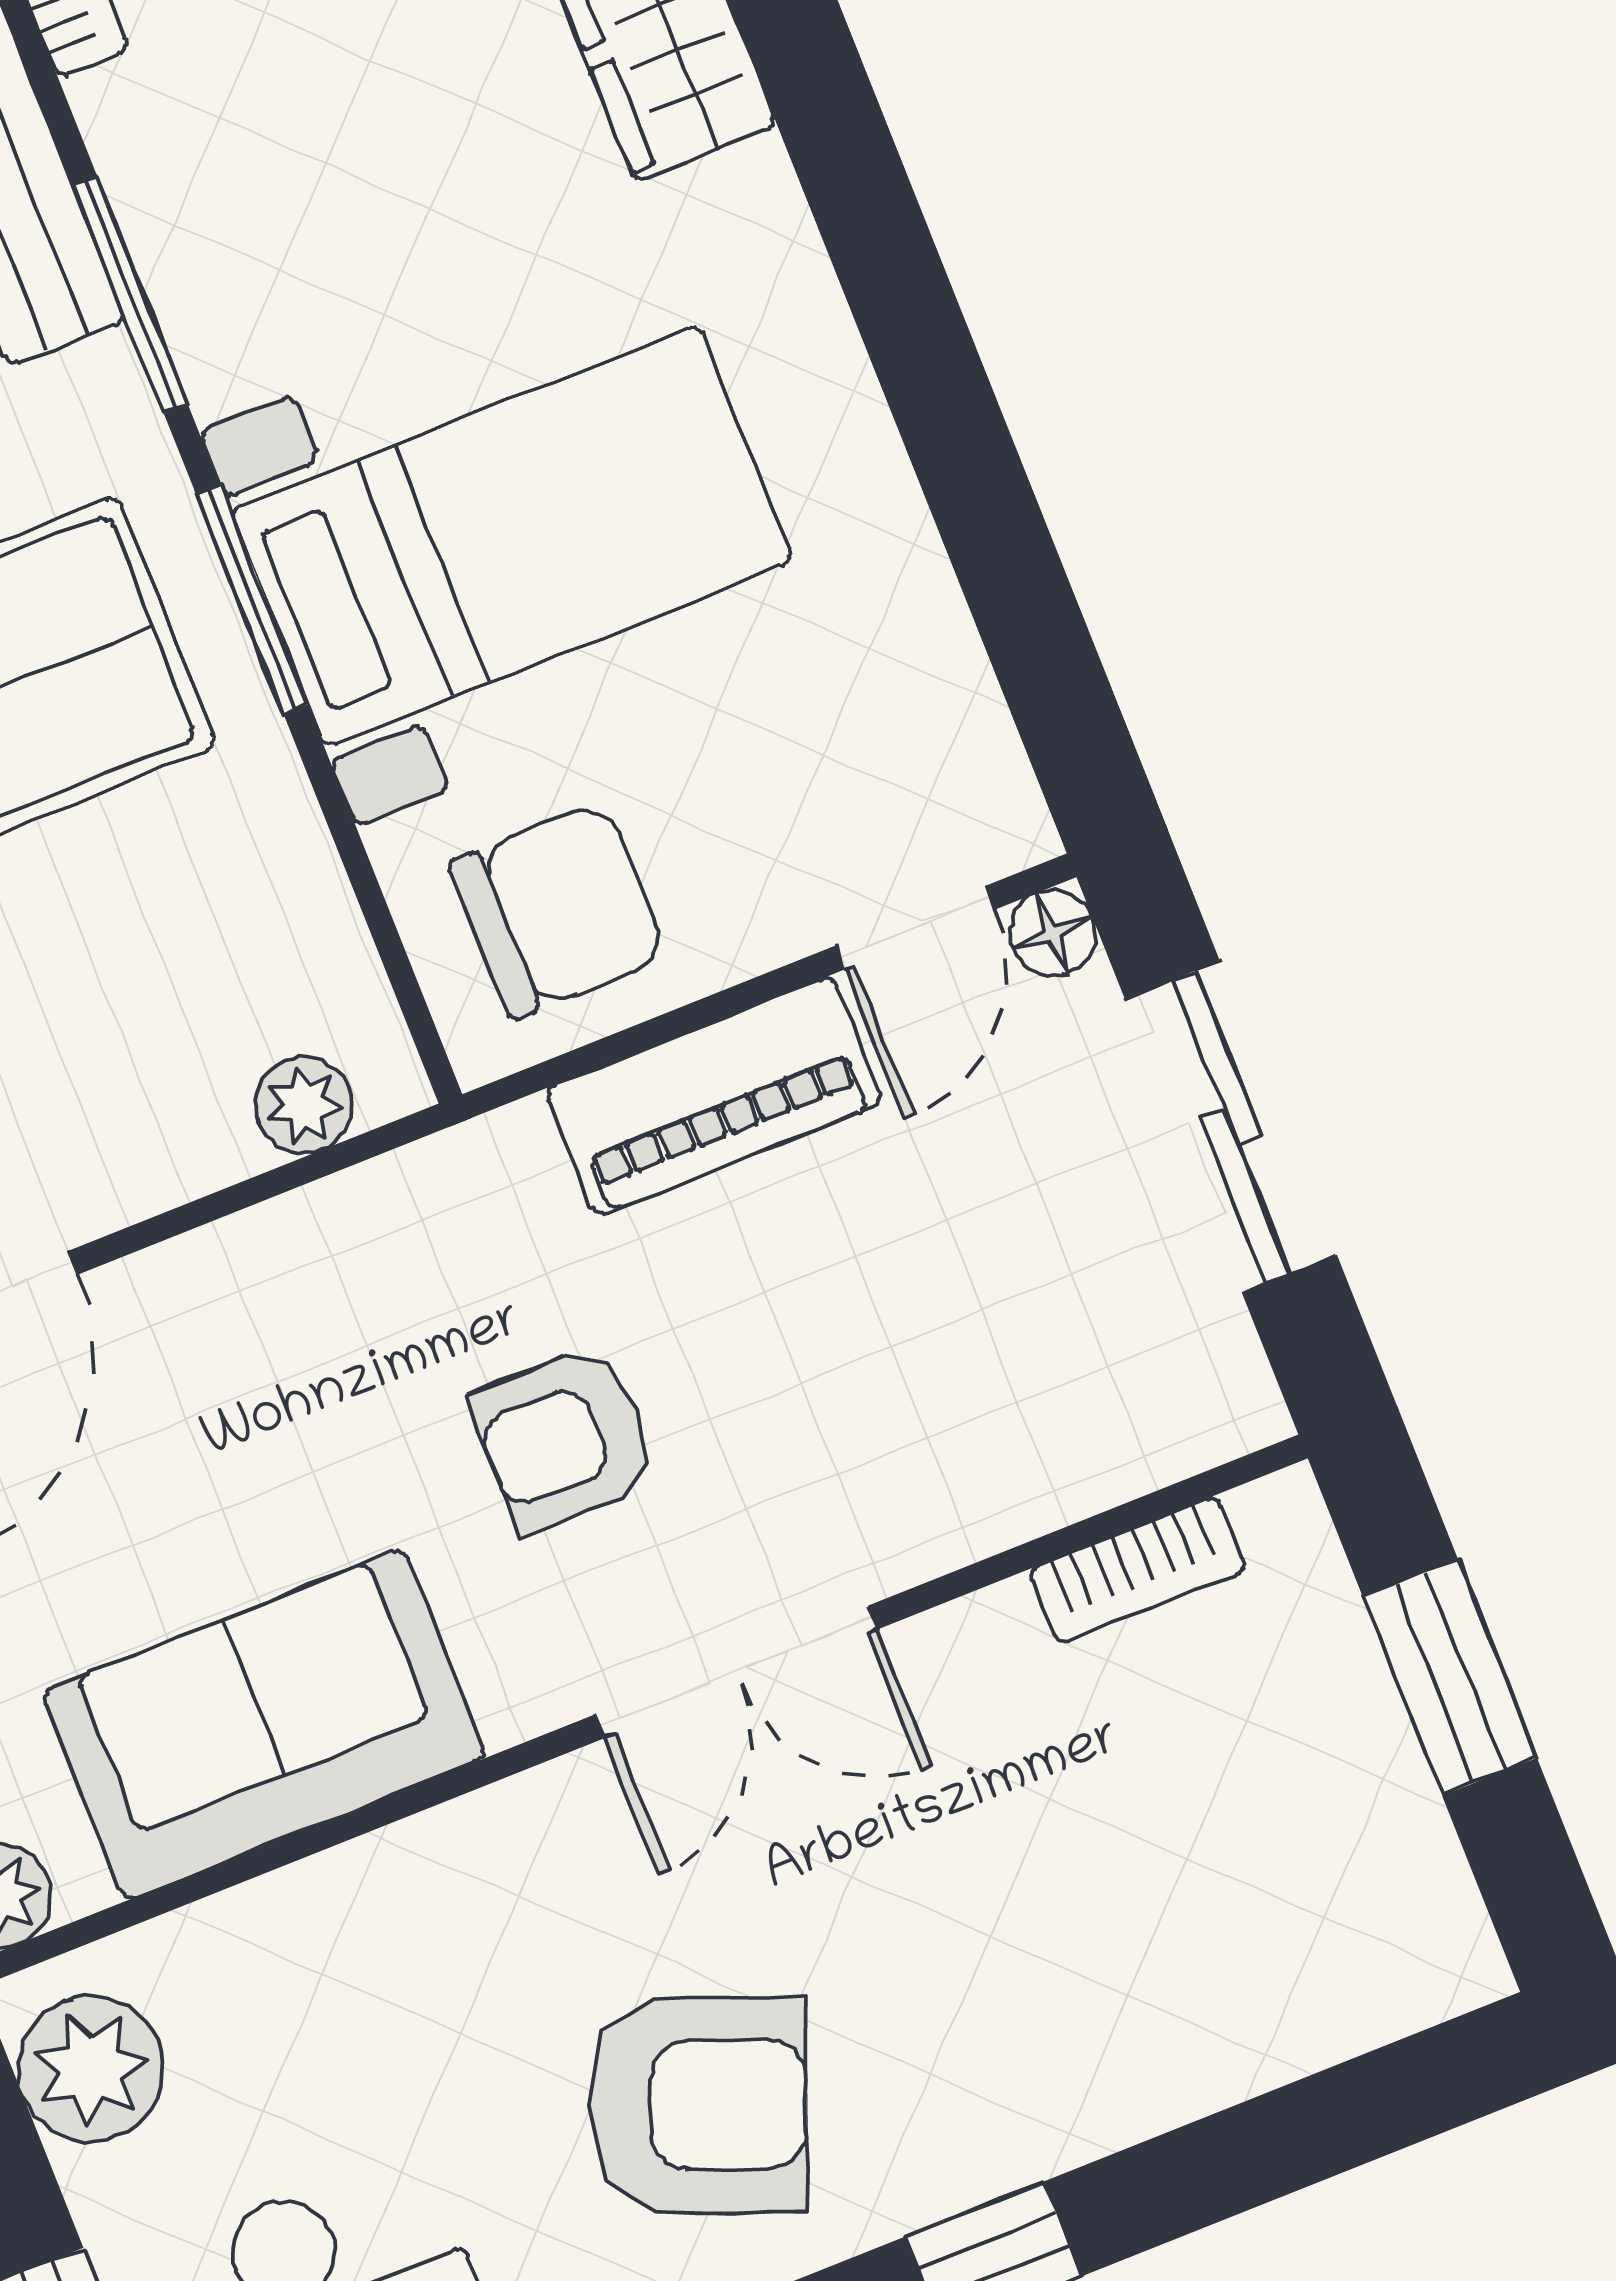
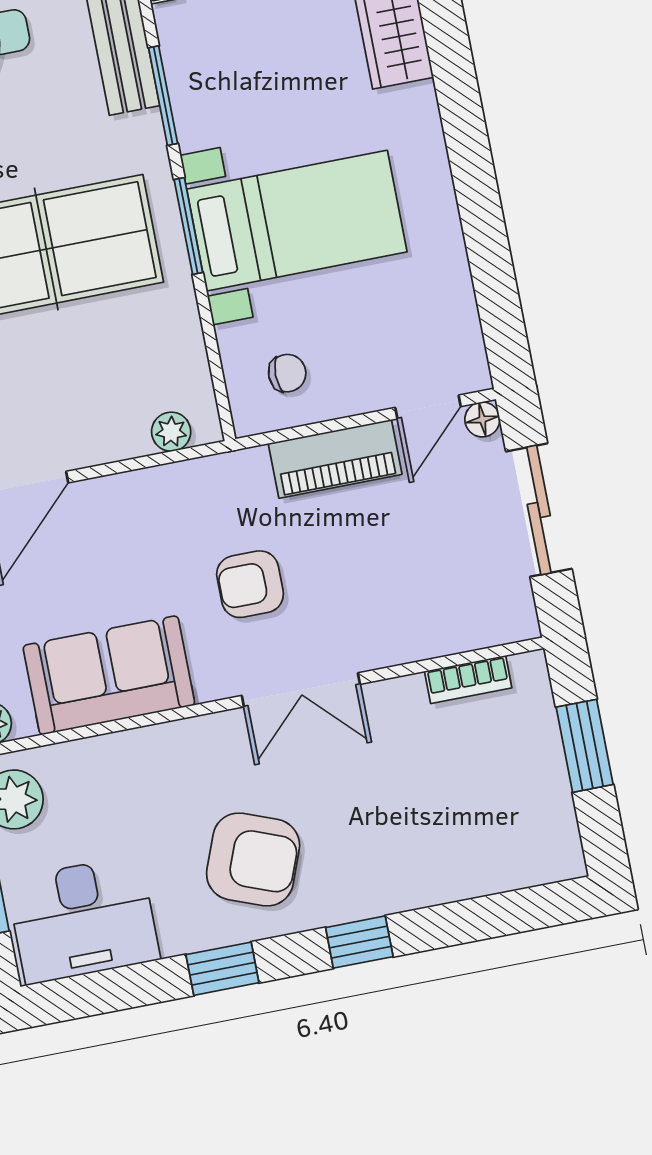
chair: (558, 910) -> (287, 373), width x0.54, depth x0.54

